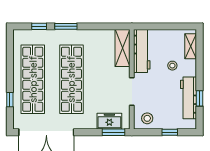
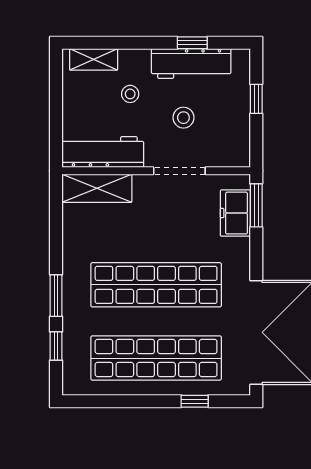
stool: (147, 118) -> (183, 118), moved

